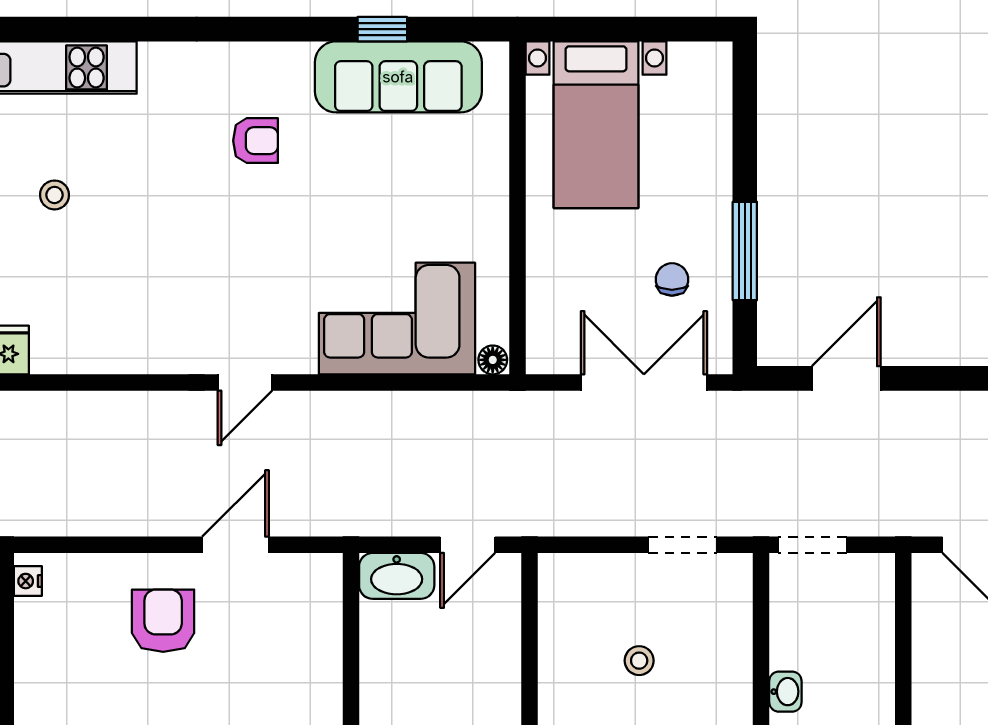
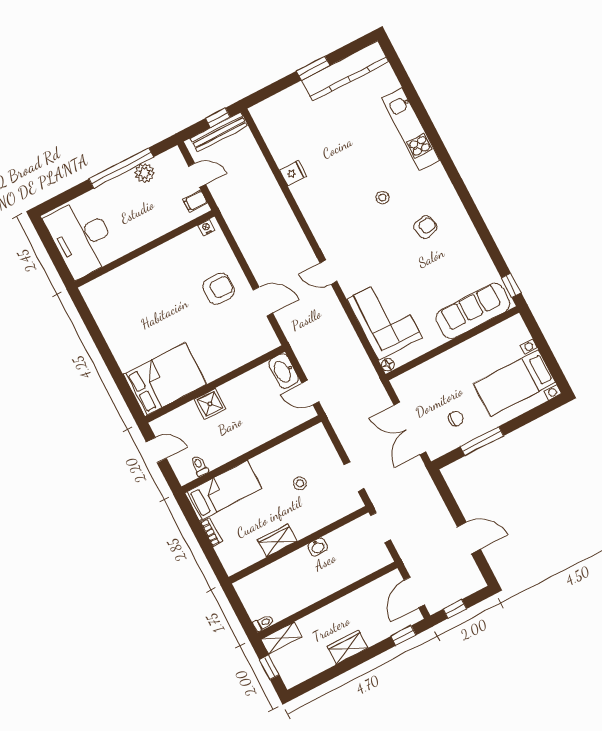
window: (382, 29) -> (511, 285), moved
sofa: (398, 77) -> (473, 311), moved, turned 90
bed with nightstands: (596, 125) -> (514, 383), moved
armchair: (256, 141) -> (425, 227), turned -105
stool: (54, 195) -> (382, 198), moved
door: (846, 378) -> (469, 538), moved
double door: (644, 382) -> (410, 428), swing flipped

